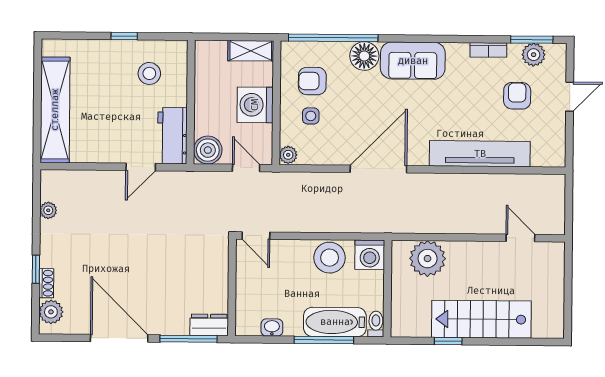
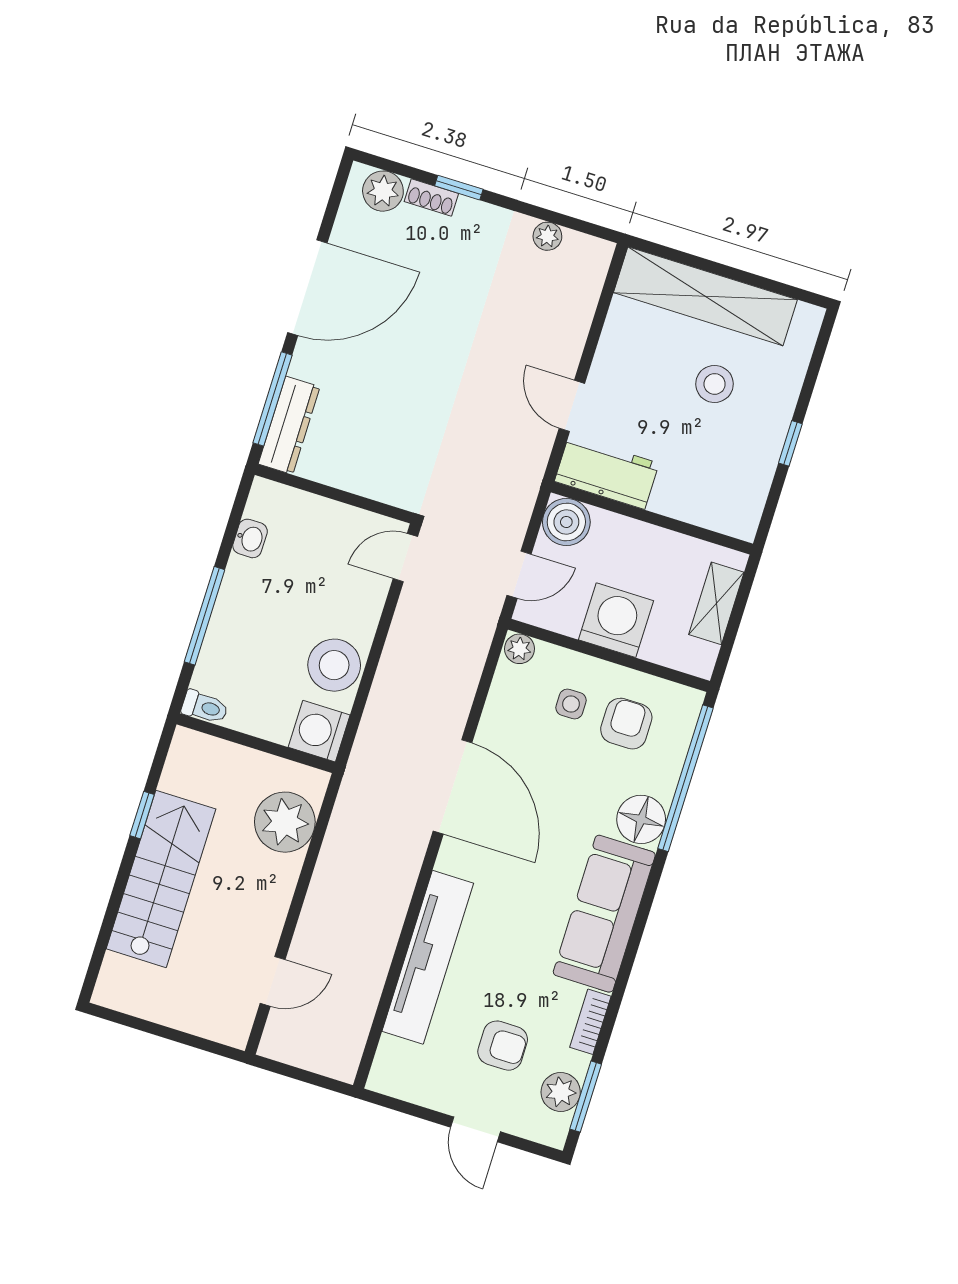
shelving: (251, 51) -> (716, 603), moved
sofa: (413, 61) -> (604, 914), width x1.36
stool: (149, 73) -> (715, 384), moved
bathtub: (335, 322) -> (228, 642), removed
dresser: (209, 325) -> (289, 425), width x1.44

